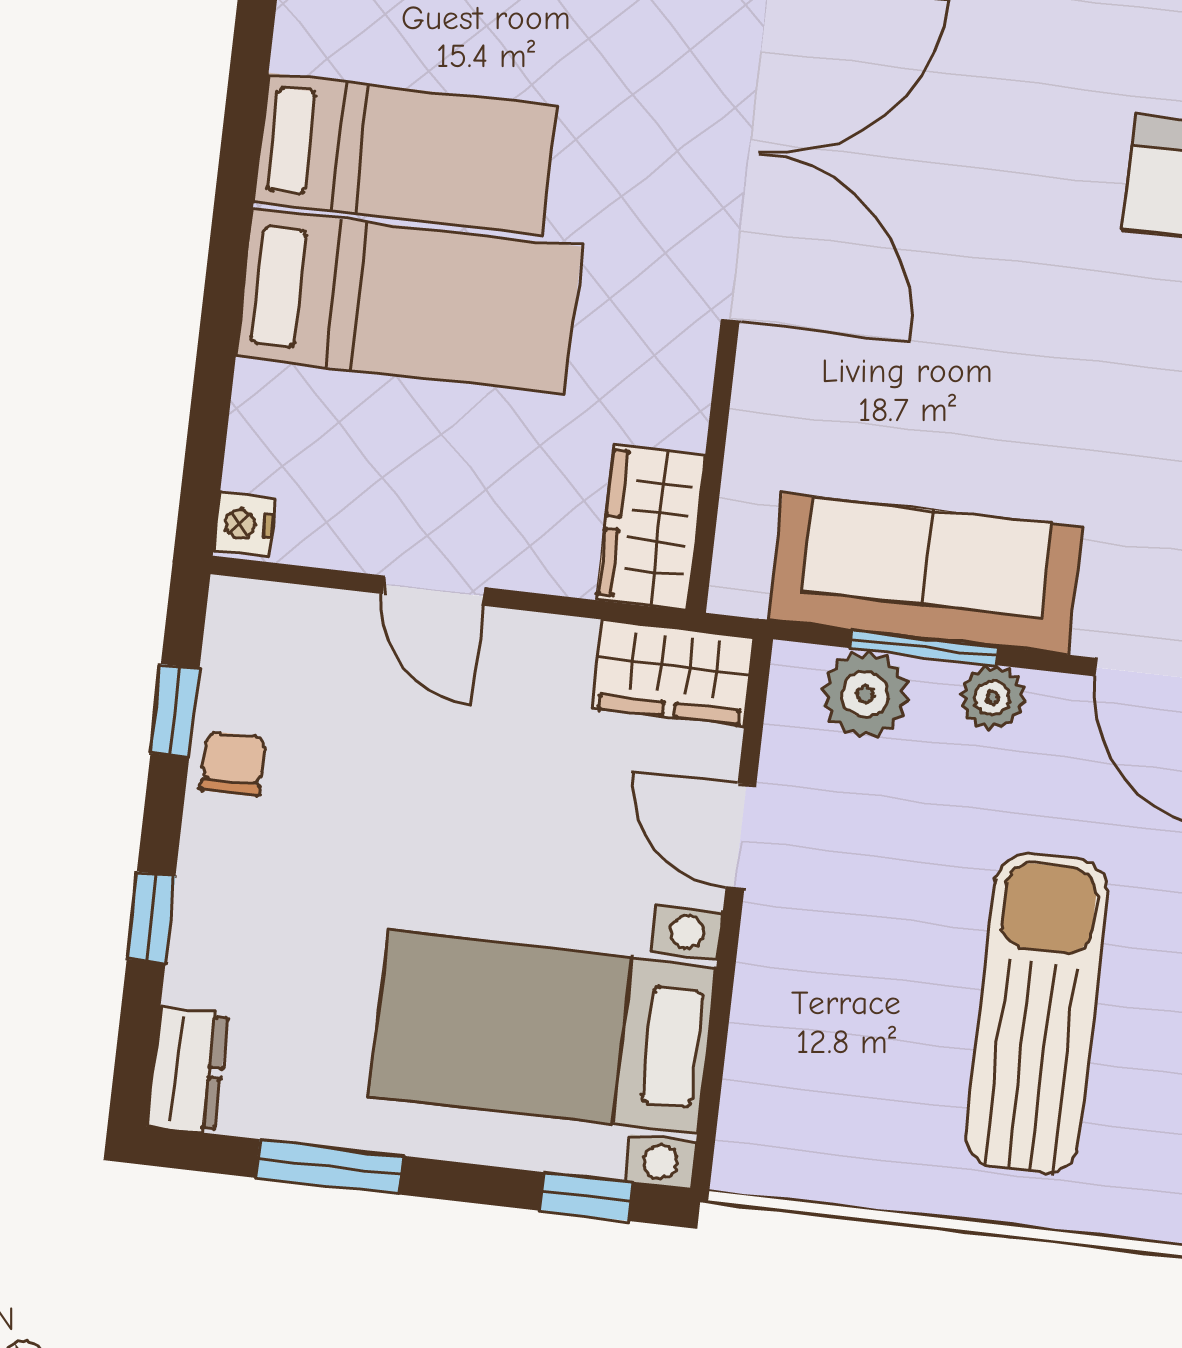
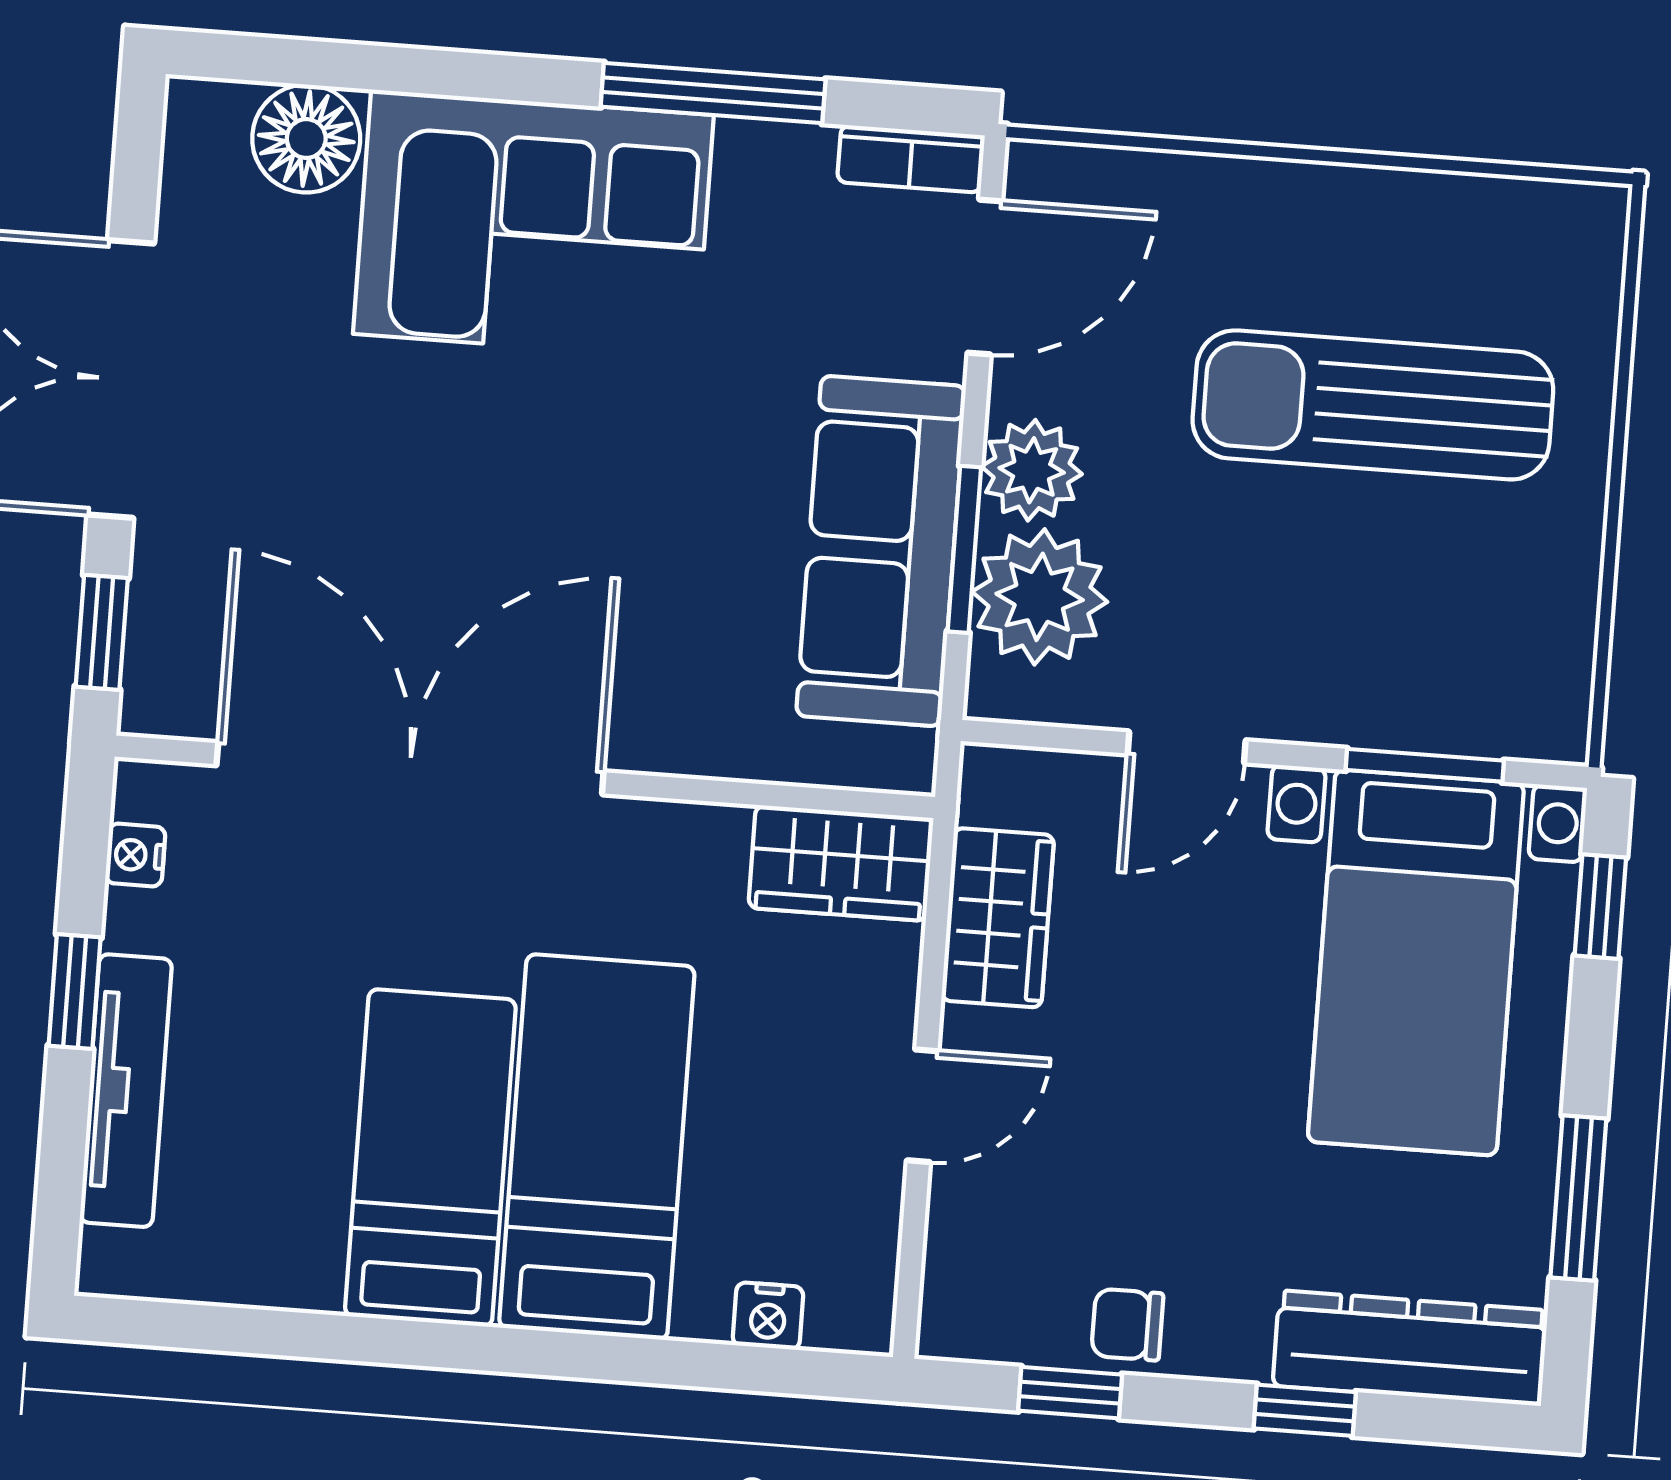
nightstand: (244, 524) -> (768, 1316), moved
wardrobe: (673, 673) -> (998, 918), moved
plant: (865, 694) -> (1040, 597), width x1.36, depth x1.36
plant: (993, 697) -> (1032, 470), width x1.38, depth x1.38
window: (717, 1046) -> (1425, 765), added
dresser: (187, 1070) -> (1410, 1348), width x1.96, depth x1.24

